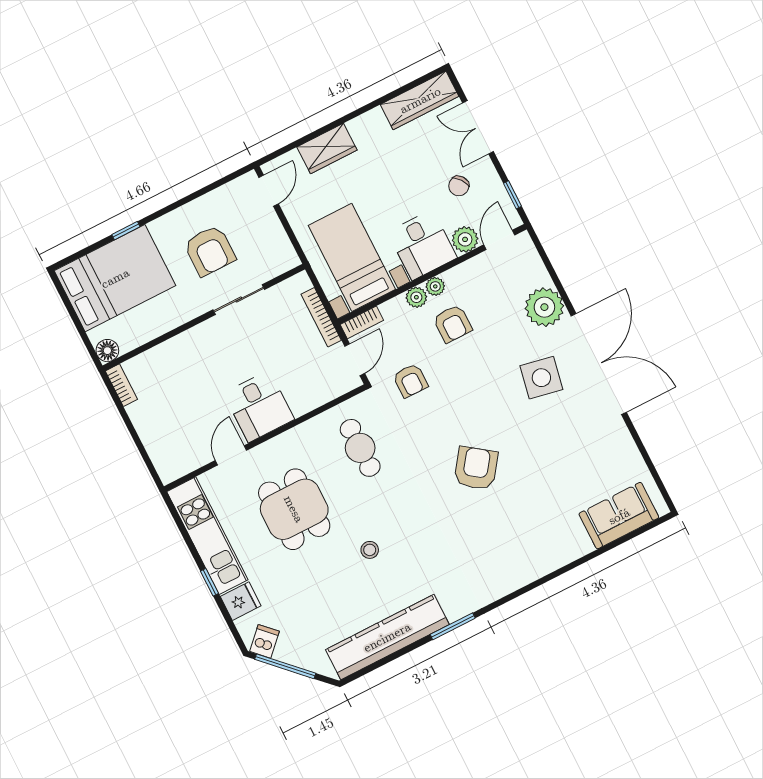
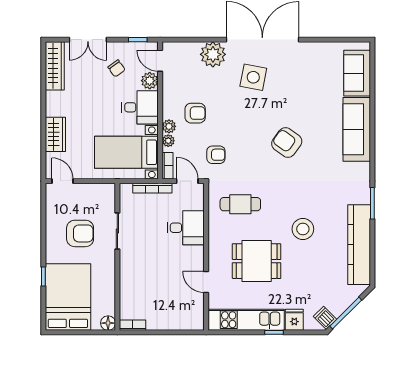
plant: (435, 286) -> (168, 141), moved
desk: (259, 406) -> (186, 228), moved
stool: (370, 550) -> (303, 229), width x1.89, depth x1.89
sofa: (542, 554) -> (357, 129), added

